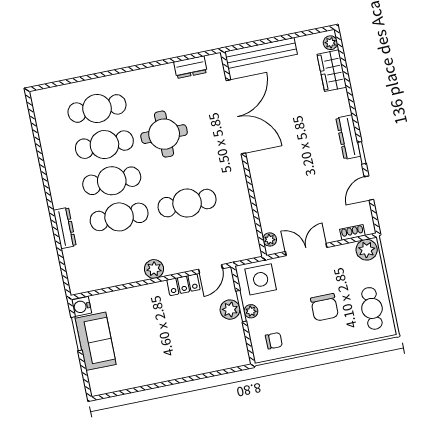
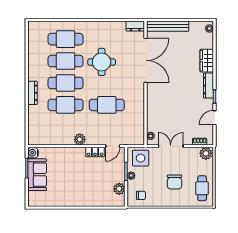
dresser: (190, 67) -> (135, 26), moved
wardrobe: (332, 71) -> (207, 61), moved
dresser: (65, 228) -> (33, 93), moved
plant: (230, 310) -> (119, 189), moved

